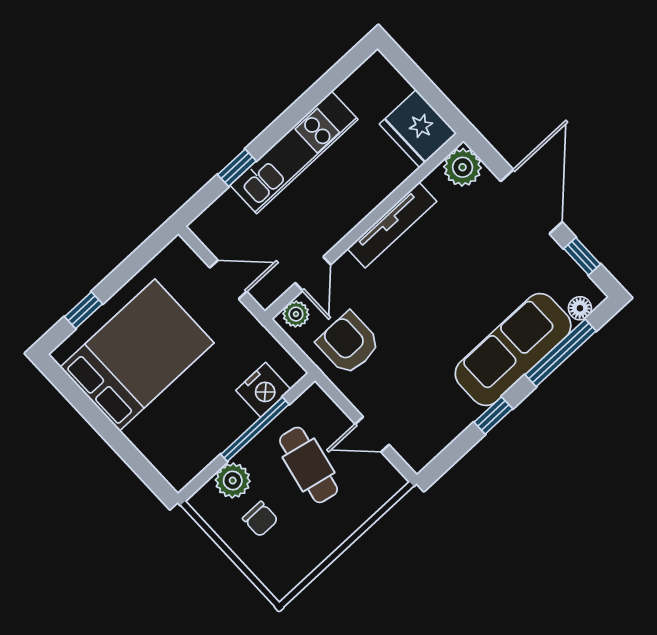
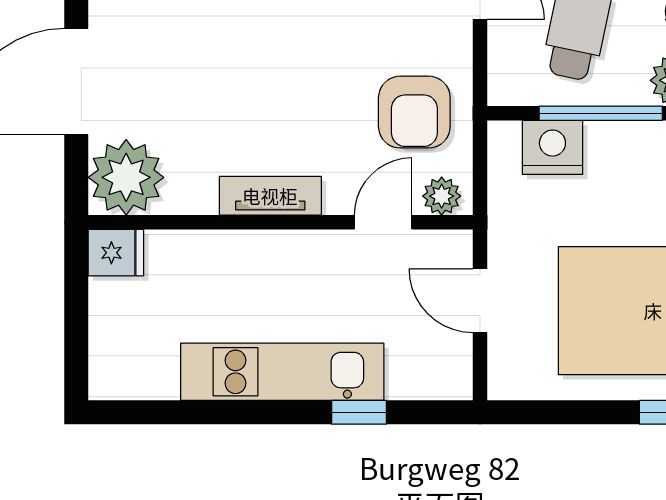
fridge: (418, 129) -> (116, 253), width x0.53, depth x0.75
plant: (463, 167) -> (126, 177), width x1.36, depth x1.36
tv unit: (392, 225) -> (270, 196), width x0.71

